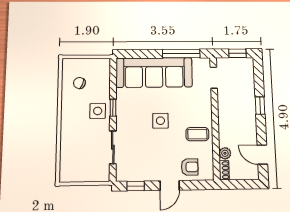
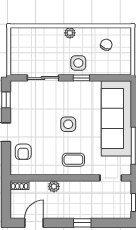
plant: (66, 120) -> (70, 33), added
coffee table: (197, 134) -> (73, 160), moved, turned 90
plant: (225, 153) -> (54, 186), moved

